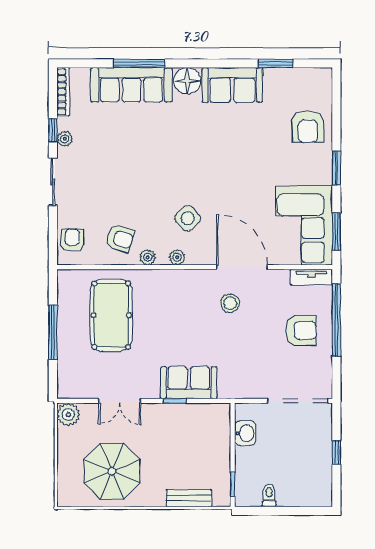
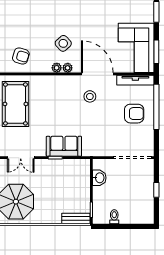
plant: (148, 257) -> (68, 68), moved
tv unit: (311, 277) -> (135, 80), width x1.41
bench: (189, 498) -> (76, 218), moved

